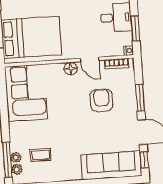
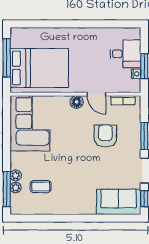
nightstand: (129, 51) -> (136, 74), moved
sofa: (111, 165) -> (119, 202), width x0.73
plant: (17, 169) -> (16, 175), moved

